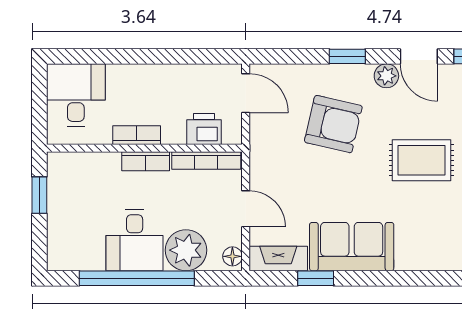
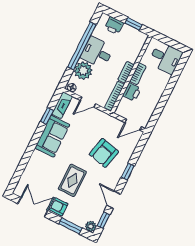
door: (419, 56) -> (114, 200), hinge flipped
plant: (386, 76) -> (112, 183), removed
printer: (204, 129) -> (132, 92), moved
printer: (62, 233) -> (114, 25), added

